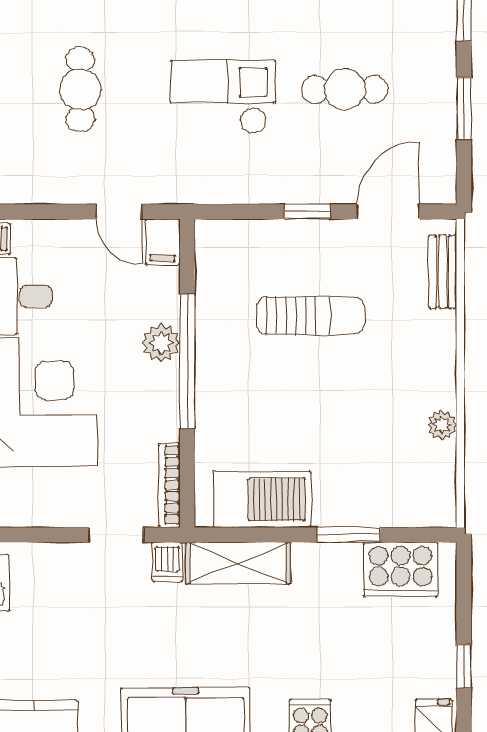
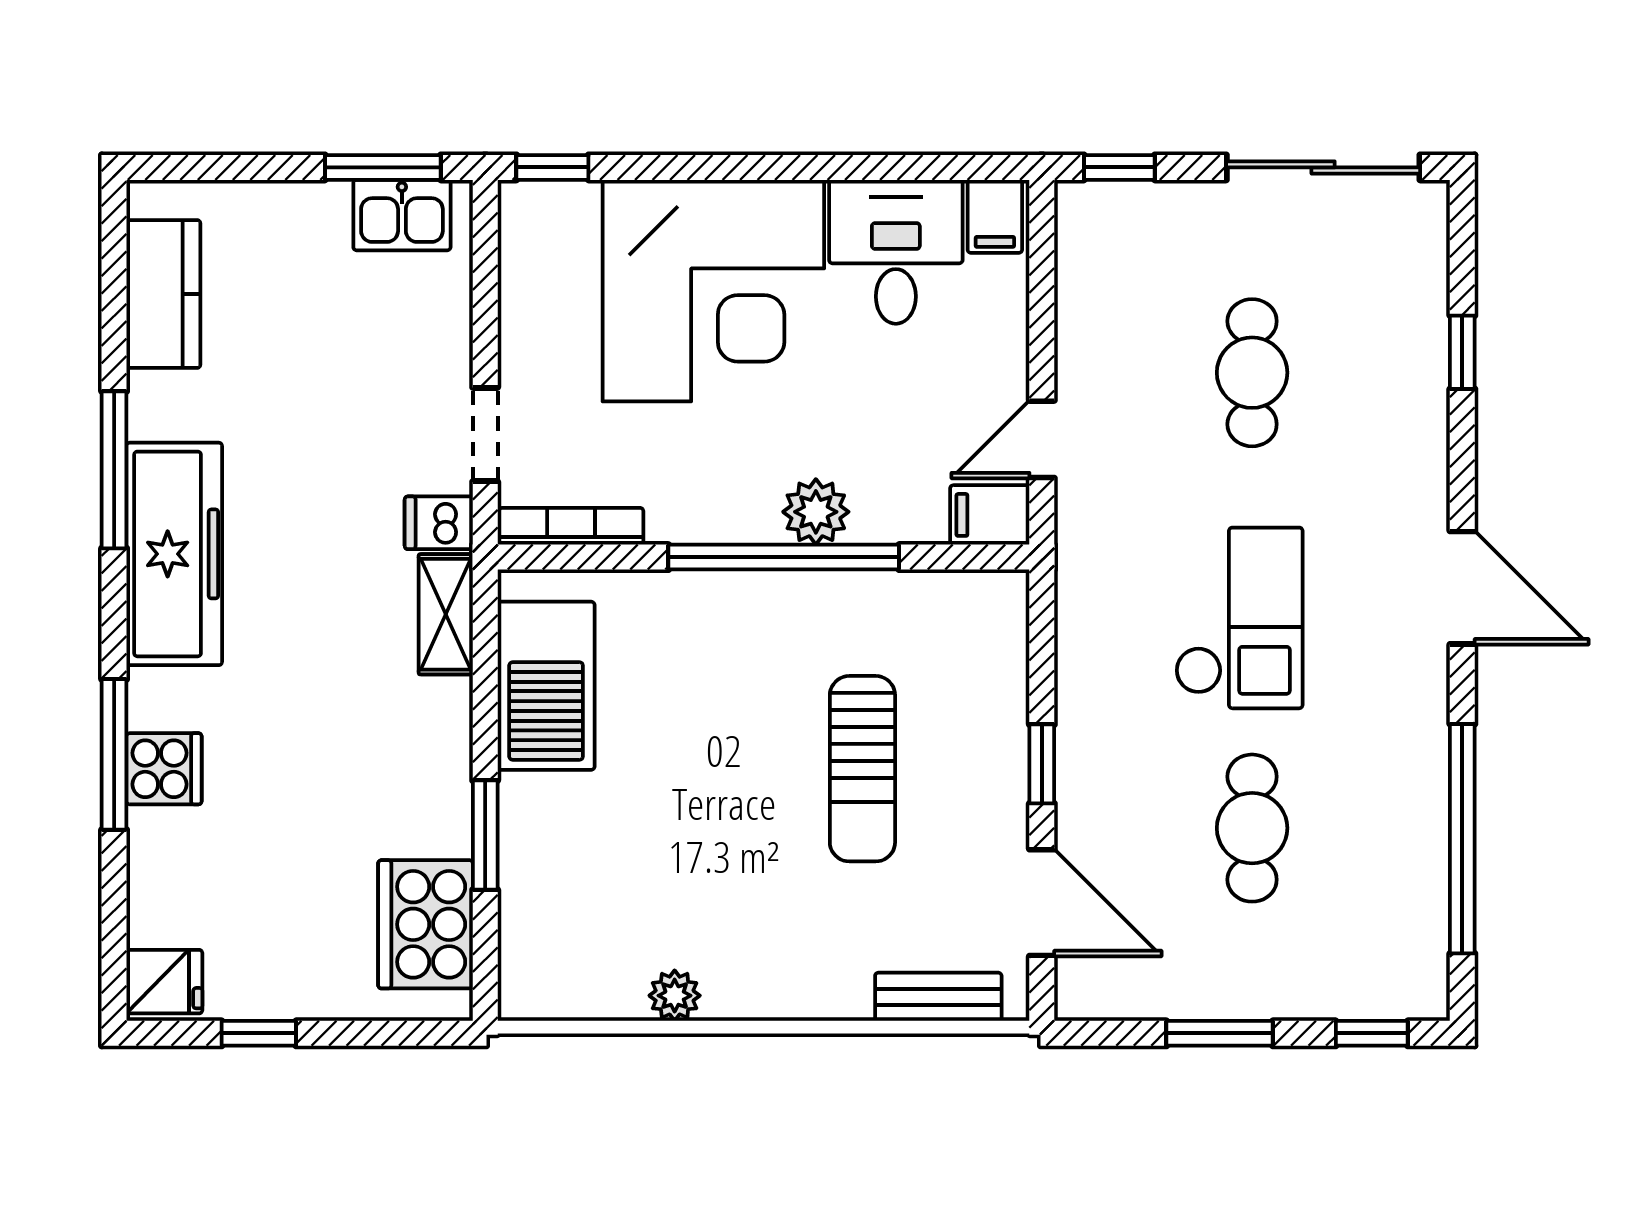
cafe table: (80, 89) -> (1252, 373), turned 90
shelving: (238, 563) -> (446, 614), width x0.67, depth x0.75

